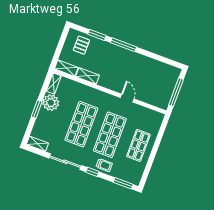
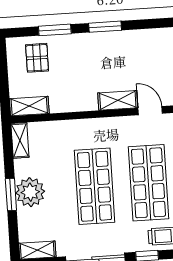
window: (123, 45) -> (105, 27), width x0.69
shelving: (88, 76) -> (118, 100), moved
plant: (51, 103) -> (30, 192), moved

